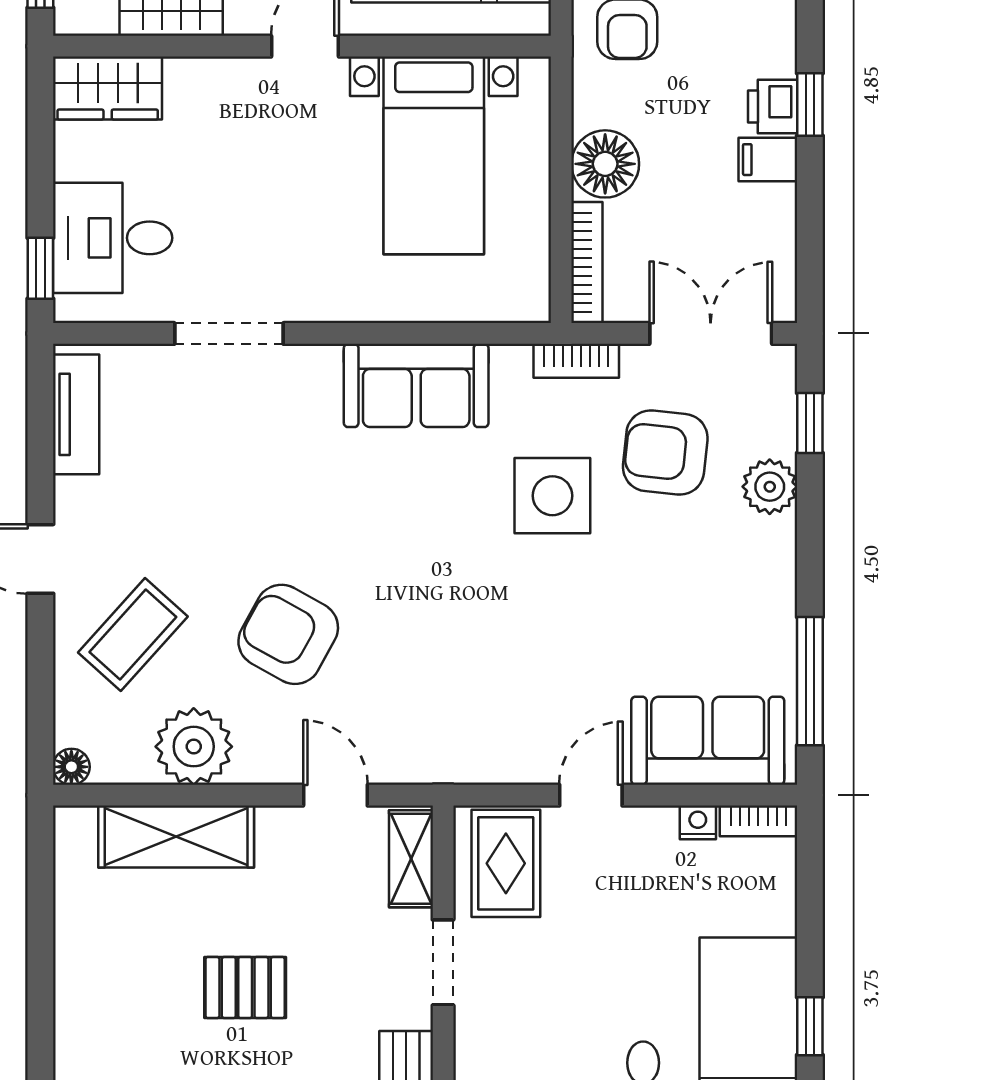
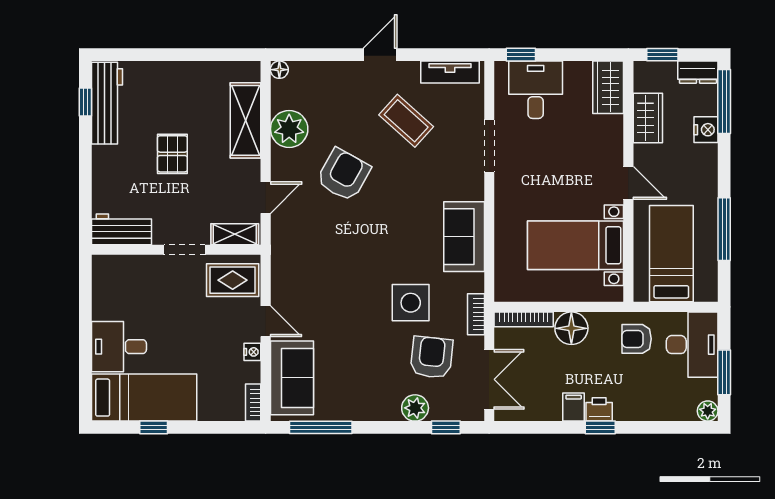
coffee table: (133, 634) -> (406, 121), moved
nightstand: (698, 822) -> (252, 352), moved

